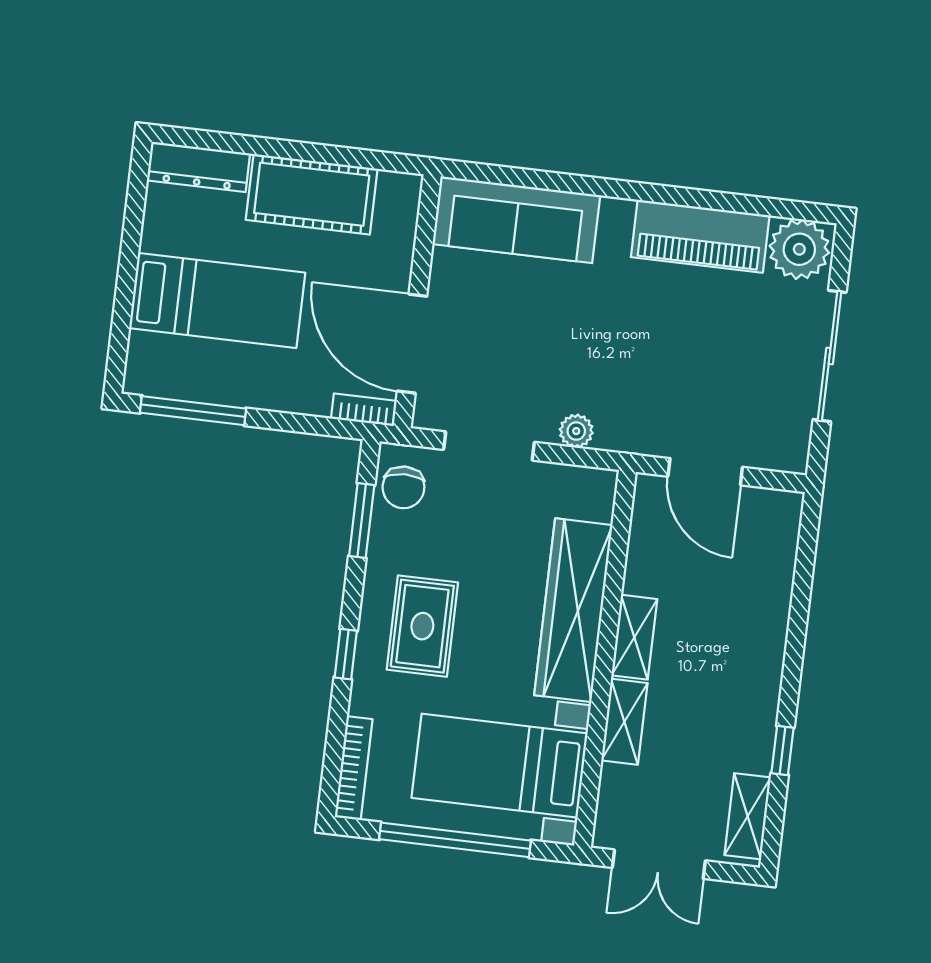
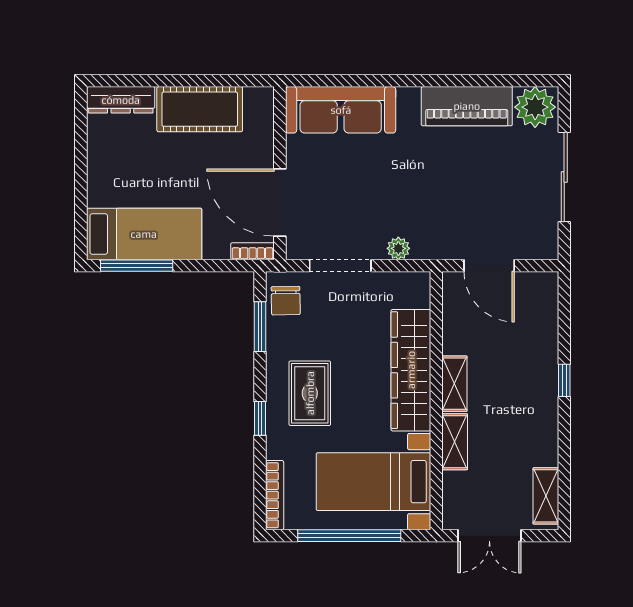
bed: (217, 300) -> (144, 234), moved
window: (783, 750) -> (564, 380), moved

